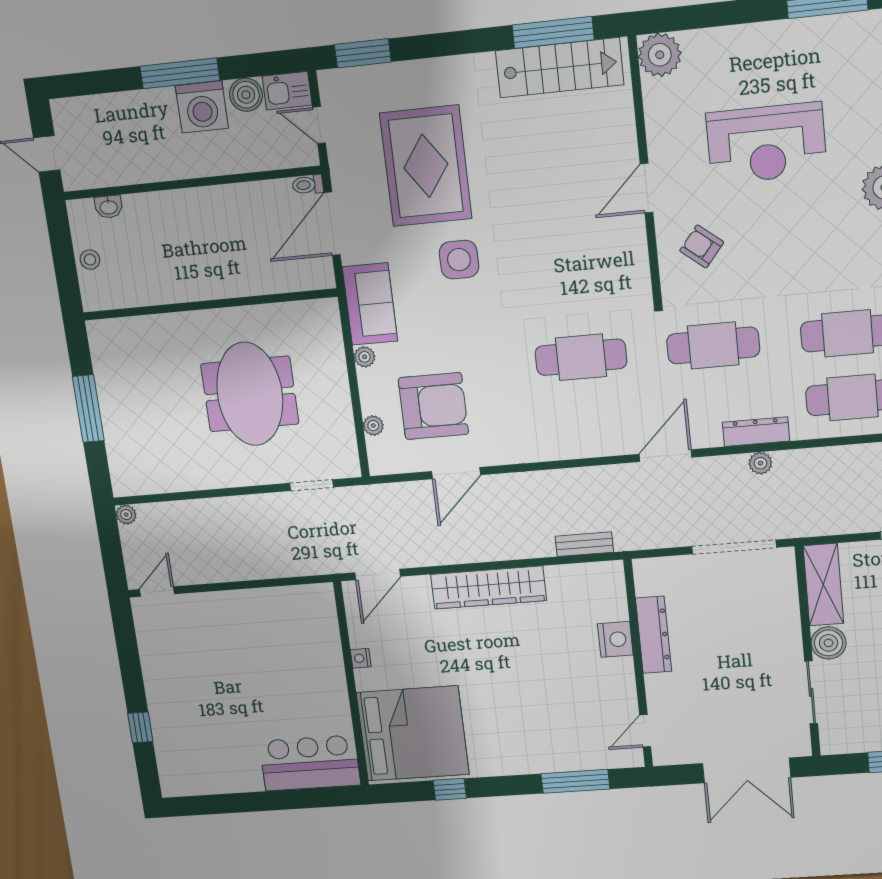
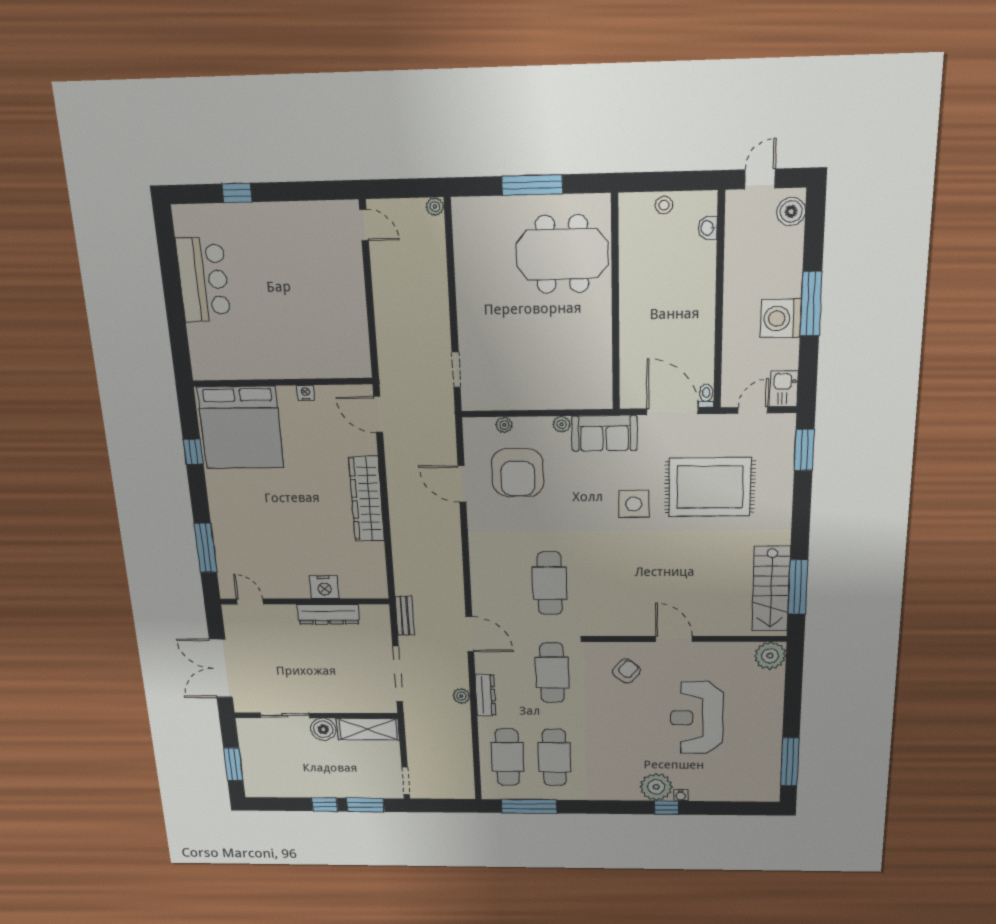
boiler: (246, 95) -> (791, 212), moved
meeting table: (250, 394) -> (562, 254), moved
bench: (584, 544) -> (405, 616), moved
bar counter: (310, 763) -> (203, 280), moved

